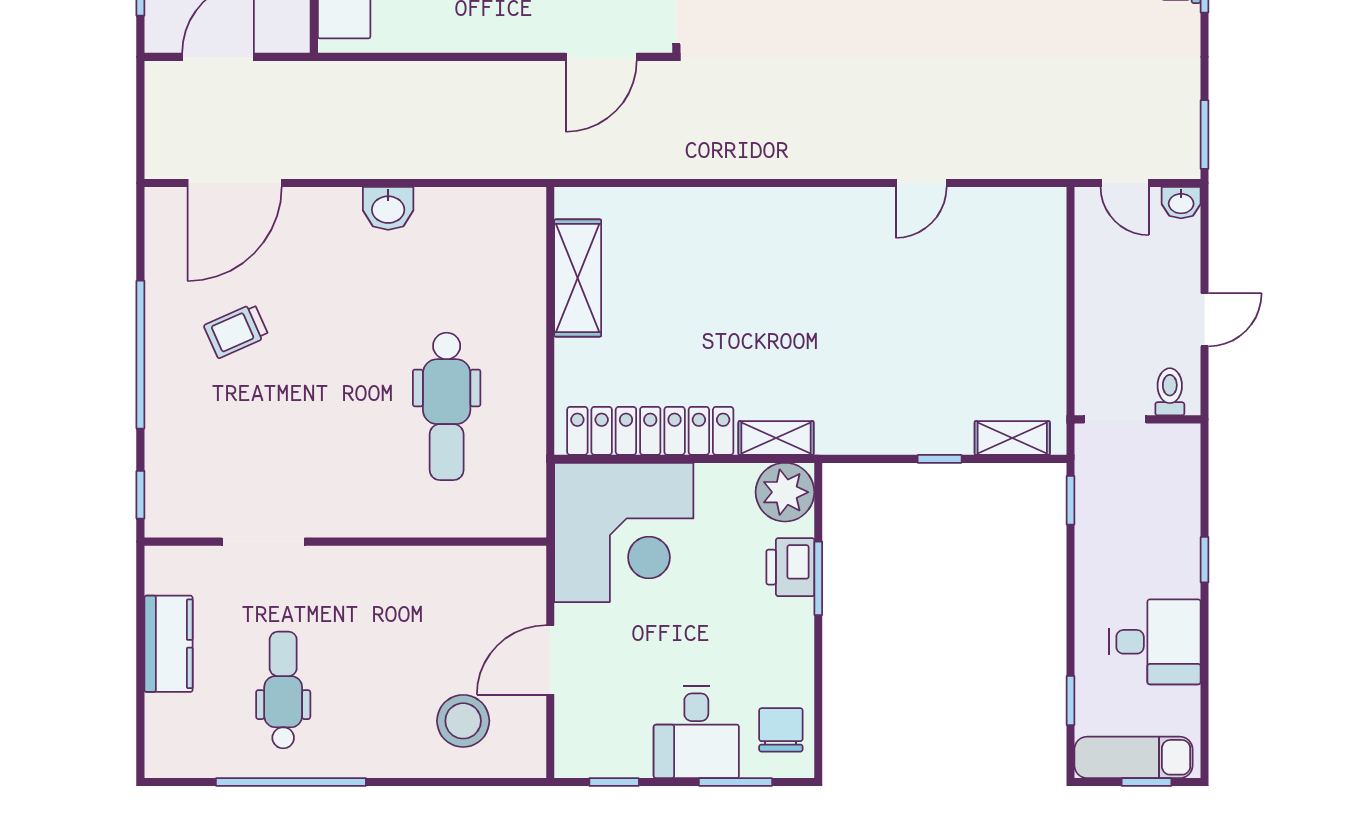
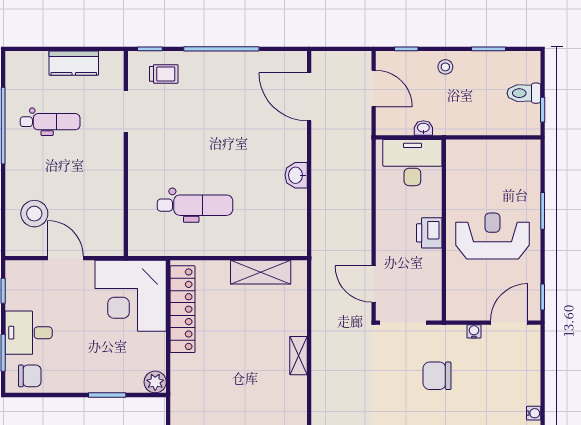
trolley: (236, 331) -> (164, 74), moved, turned 114
dental chair: (447, 406) -> (195, 205), turned 180
shelving: (776, 438) -> (298, 356), moved
plant: (785, 492) -> (155, 382), width x0.73, depth x0.73
printer: (790, 567) -> (113, 381), removed

